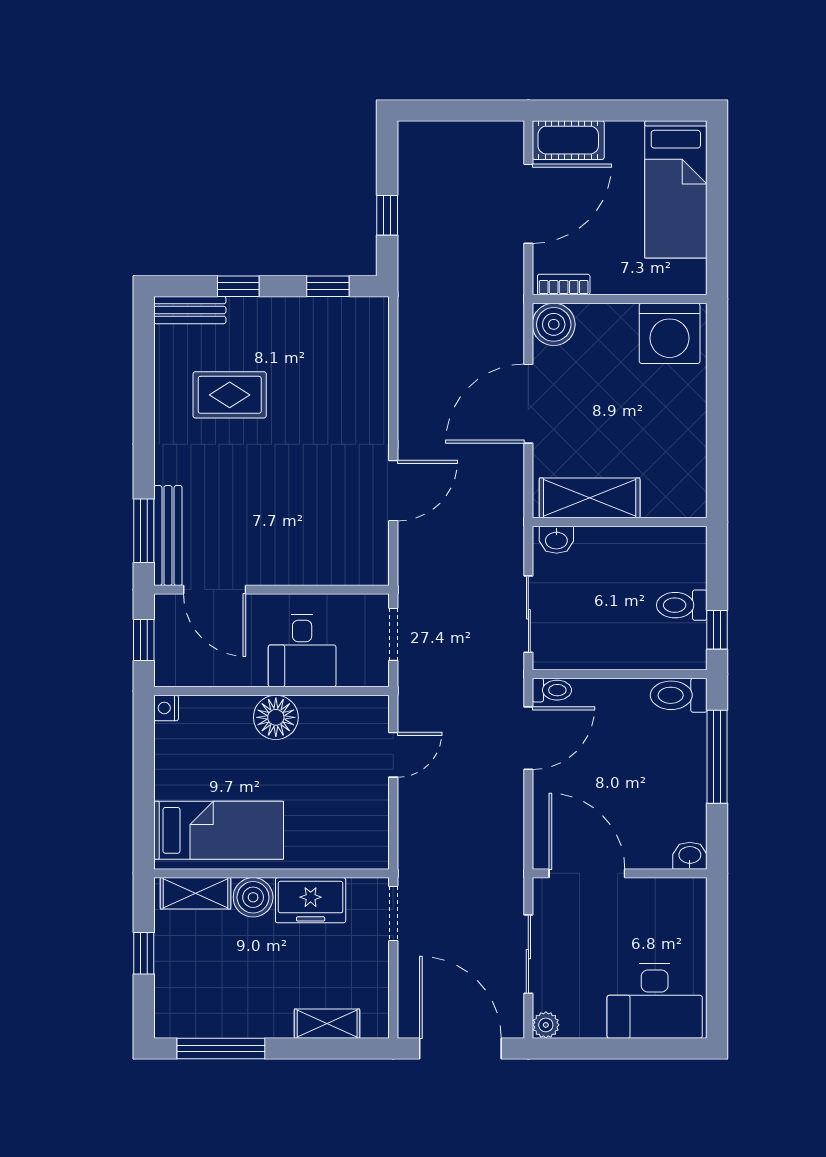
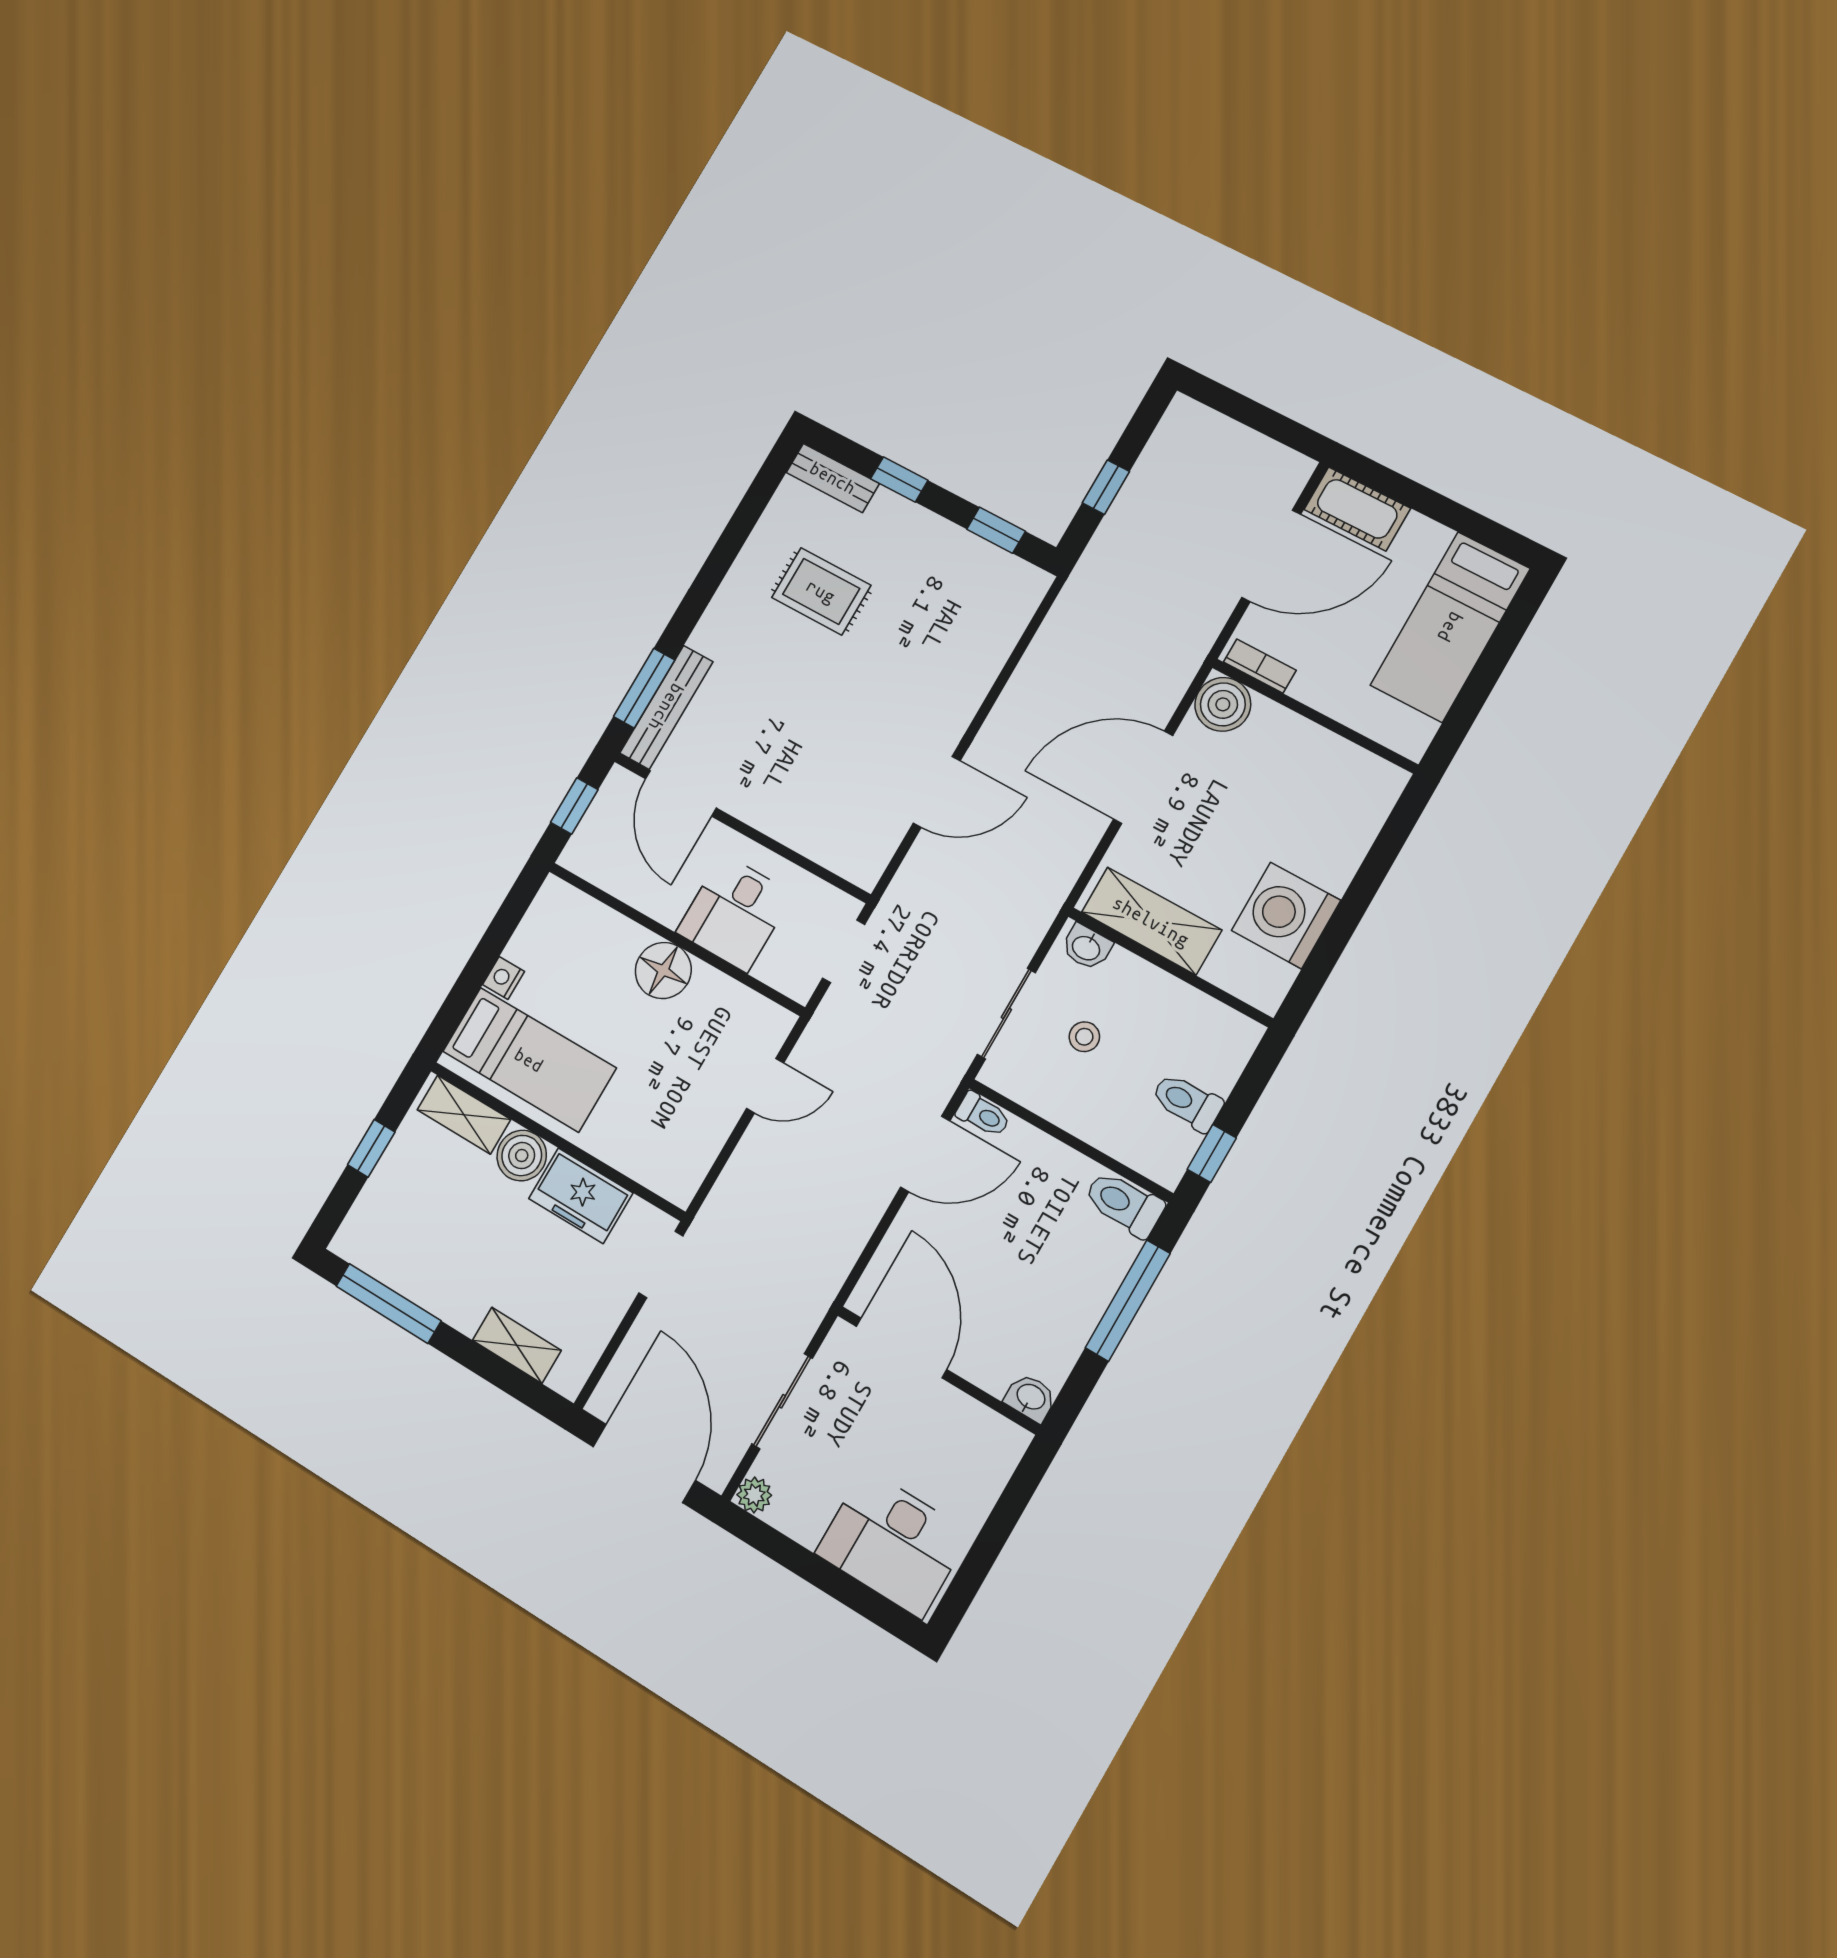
washing machine: (670, 333) -> (1286, 915), moved, turned 90
stool: (589, 600) -> (1084, 1037), added
nightstand: (166, 708) -> (504, 978), moved

